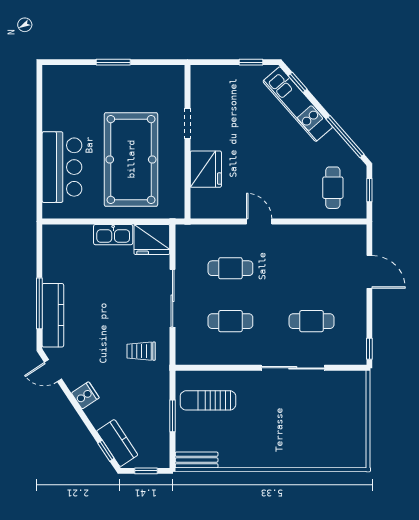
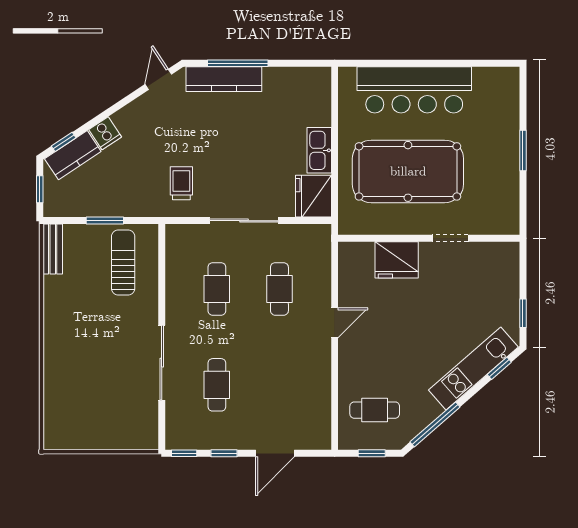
bar counter: (62, 167) -> (414, 90), width x1.36
window: (369, 315) -> (224, 453), added
cooker: (85, 395) -> (105, 133), moved

